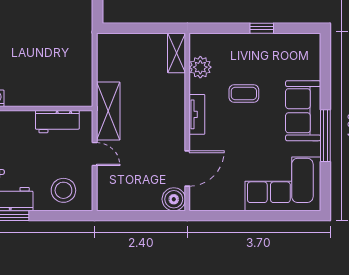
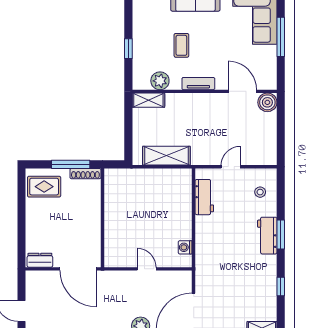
window: (262, 28) -> (128, 49), moved
shelving: (108, 111) -> (166, 156), moved
stool: (63, 190) -> (260, 192), width x0.53, depth x0.53
window: (254, 216) -> (281, 37), added

